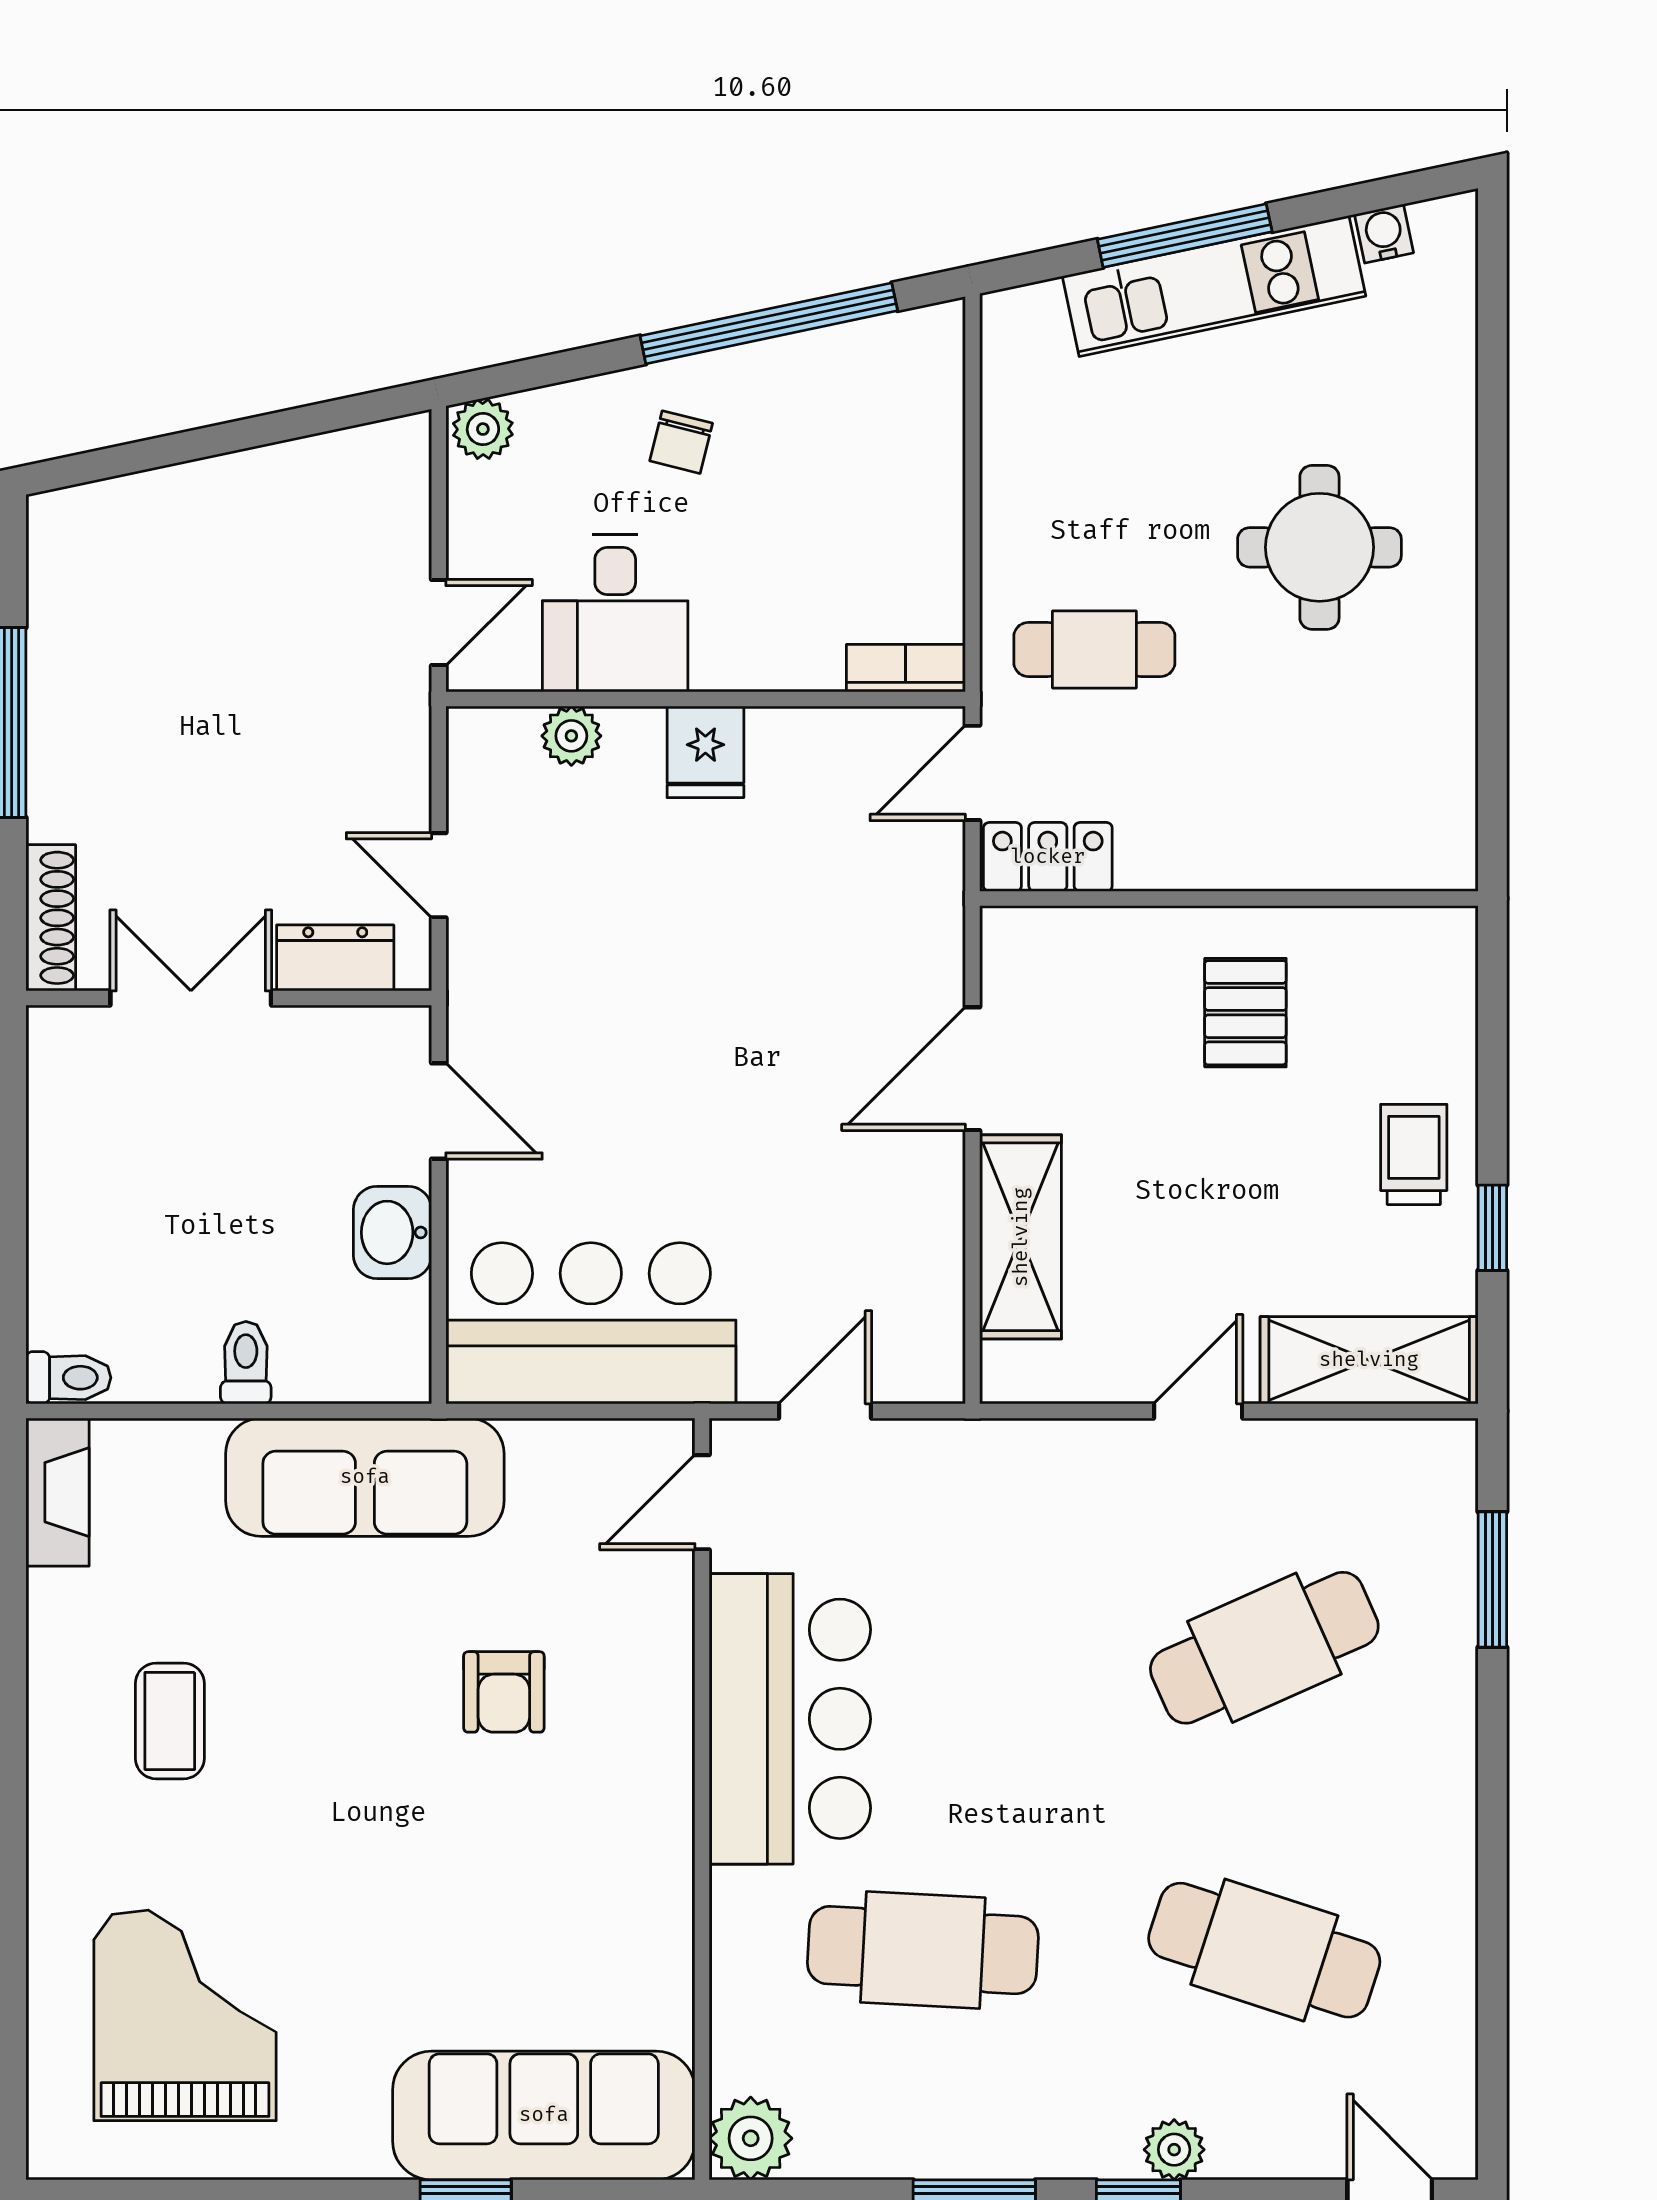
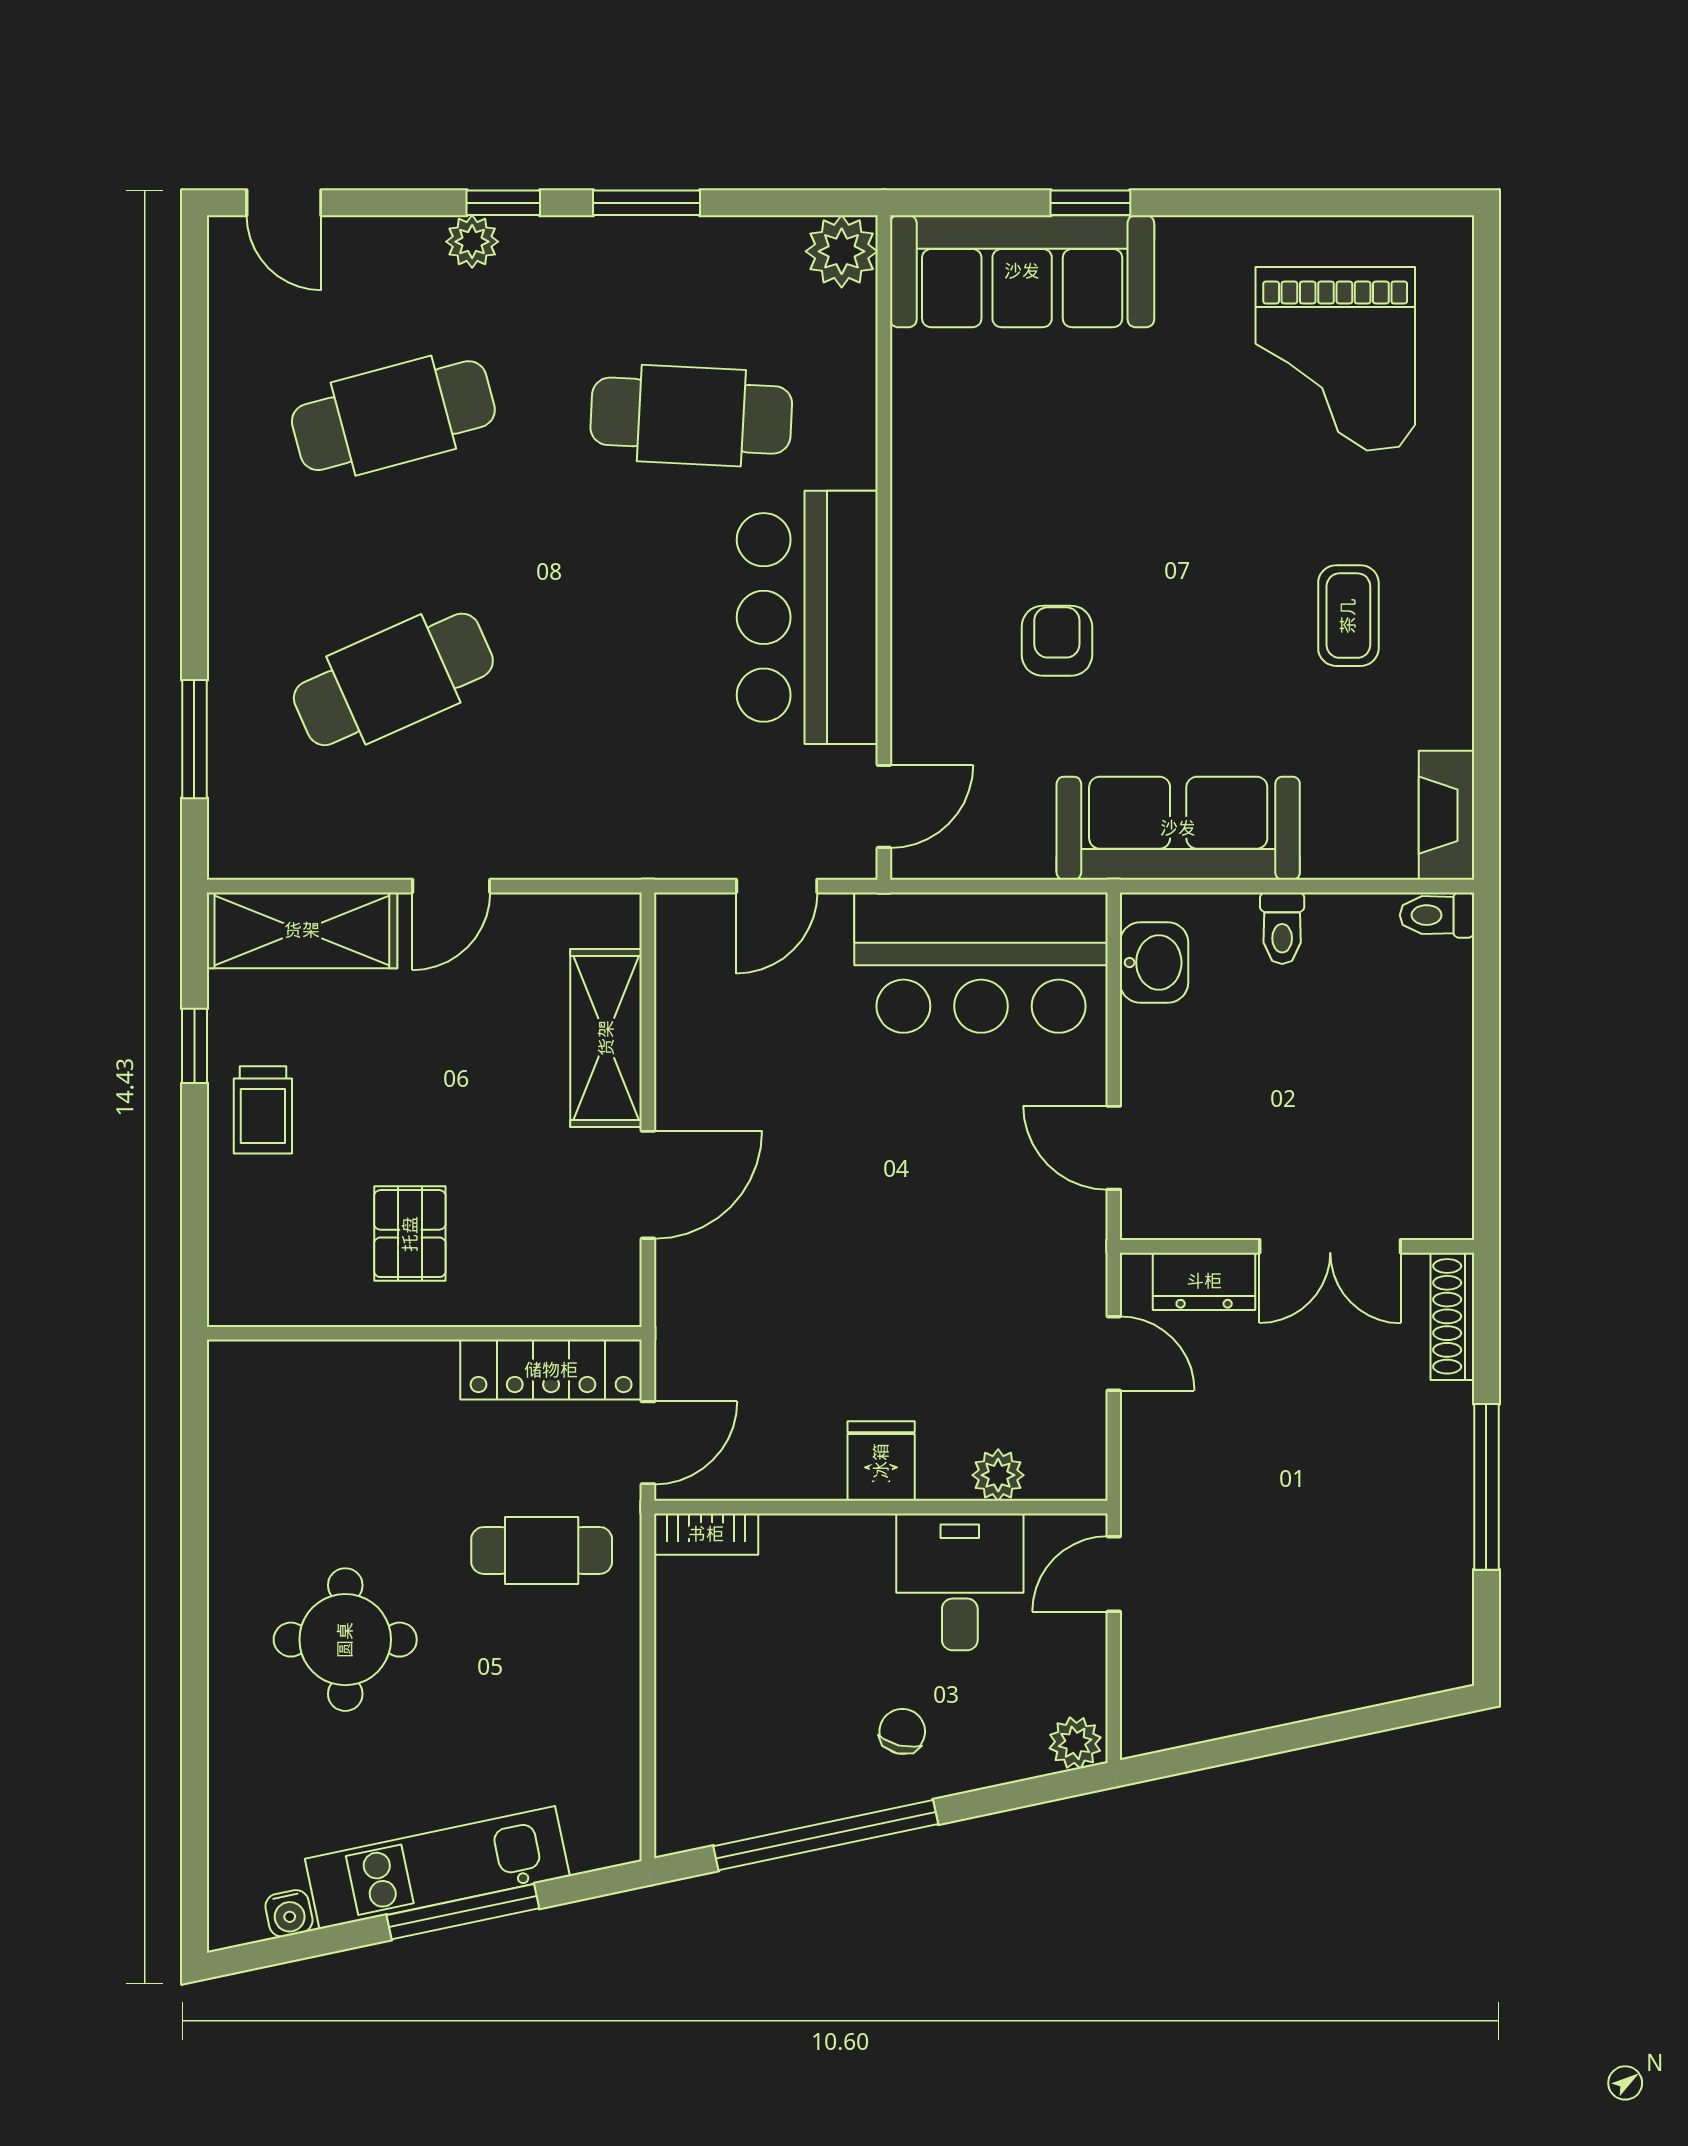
locker: (1048, 857) -> (551, 1370), width x1.53
washbasin: (393, 1232) -> (1154, 963), moved
cafe table: (1264, 1950) -> (393, 416), turned -33

